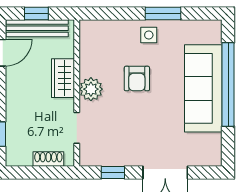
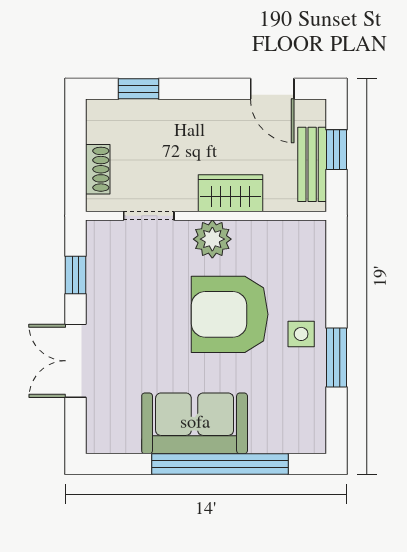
bench: (37, 28) -> (312, 164), width x0.73
armchair: (137, 79) -> (230, 314), width x1.88, depth x1.88
sofa: (203, 88) -> (195, 423), width x0.73

